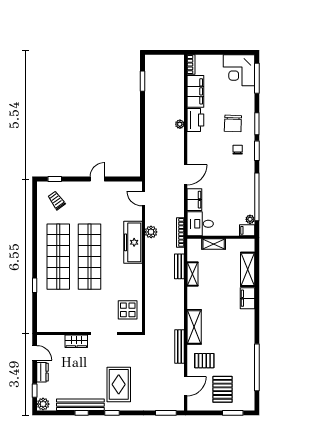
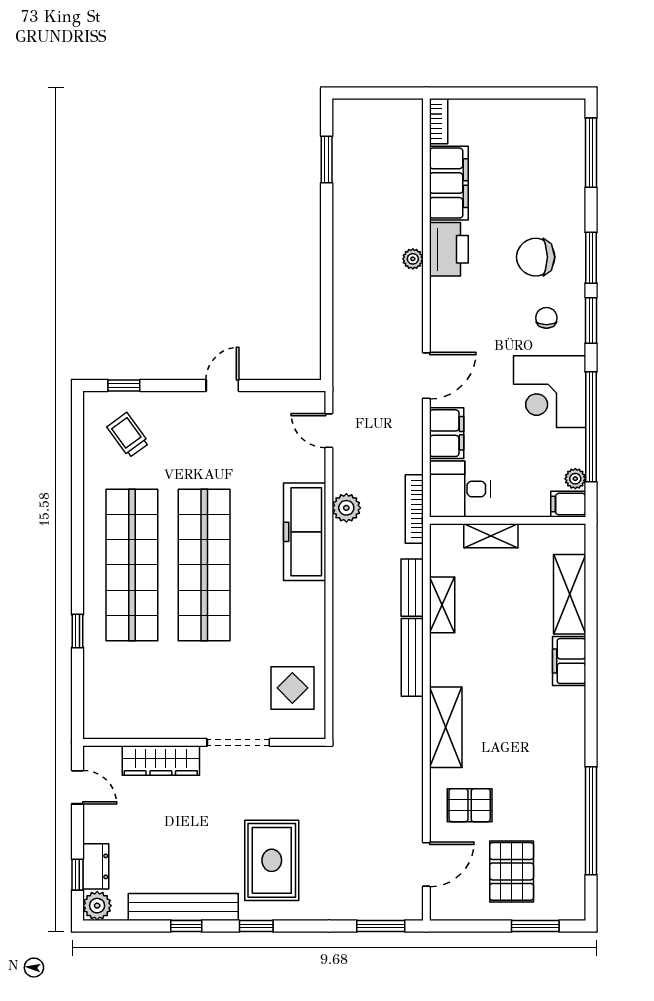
corner desk: (239, 70) -> (550, 392), moved
chair: (233, 123) -> (536, 257), turned 88
wardrobe: (76, 341) -> (161, 761), width x1.50
bench: (179, 346) -> (412, 657), moved
dresser: (43, 372) -> (96, 866), moved

